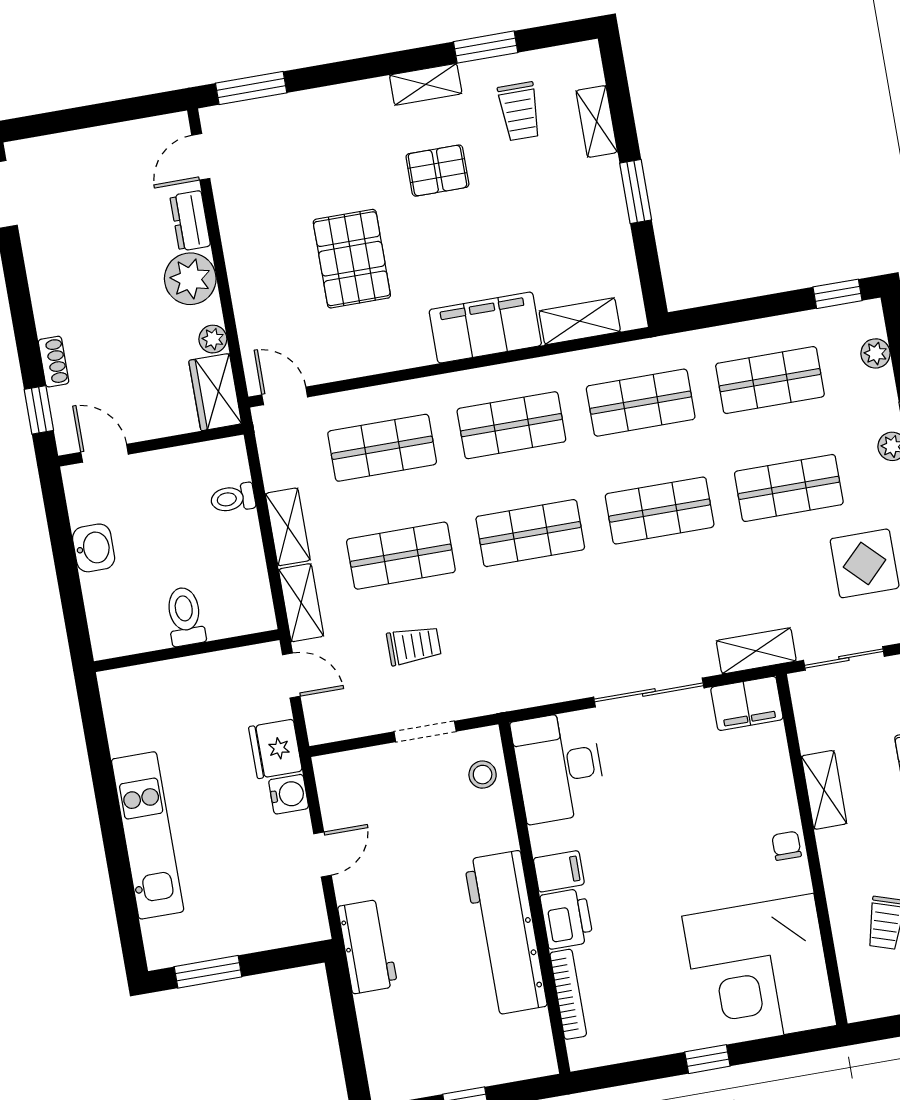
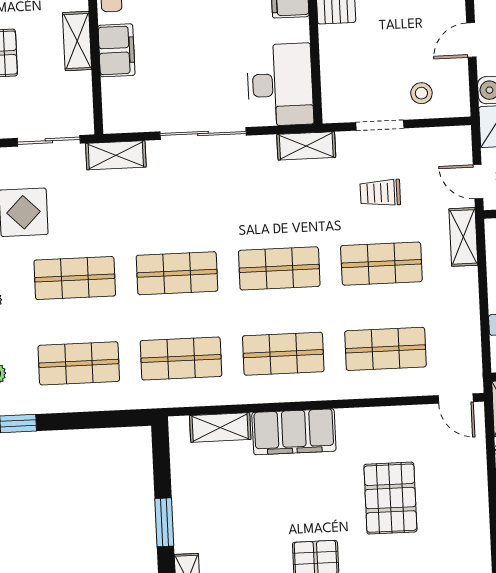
shelving: (288, 527) -> (306, 146), moved, turned 90
filing cabinet: (747, 703) -> (116, 50), moved, turned 90
stool: (483, 775) -> (421, 93), moved

